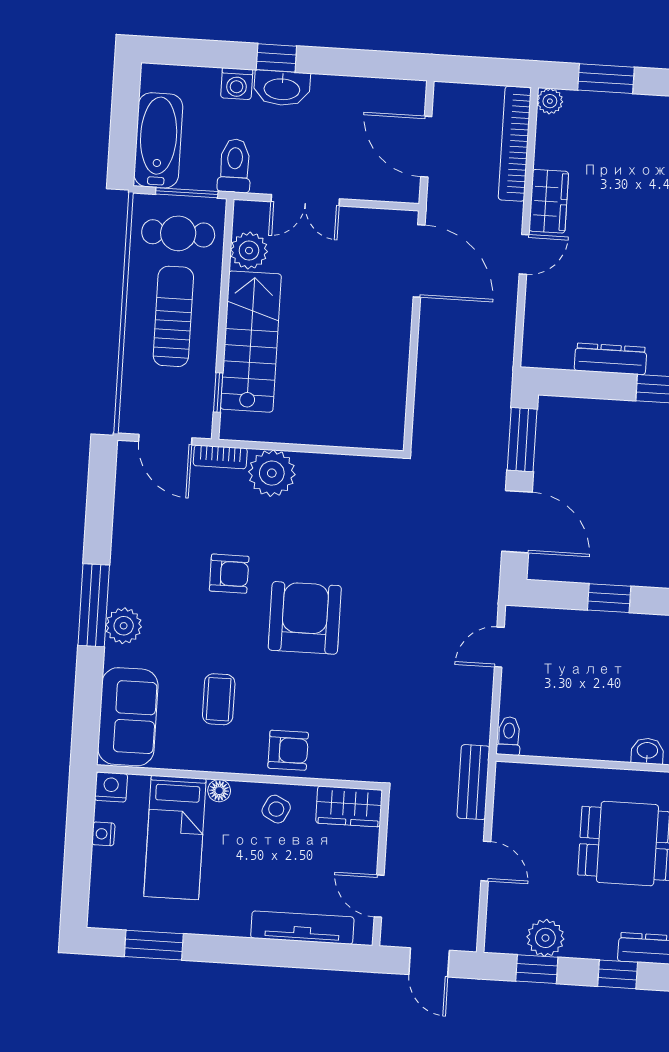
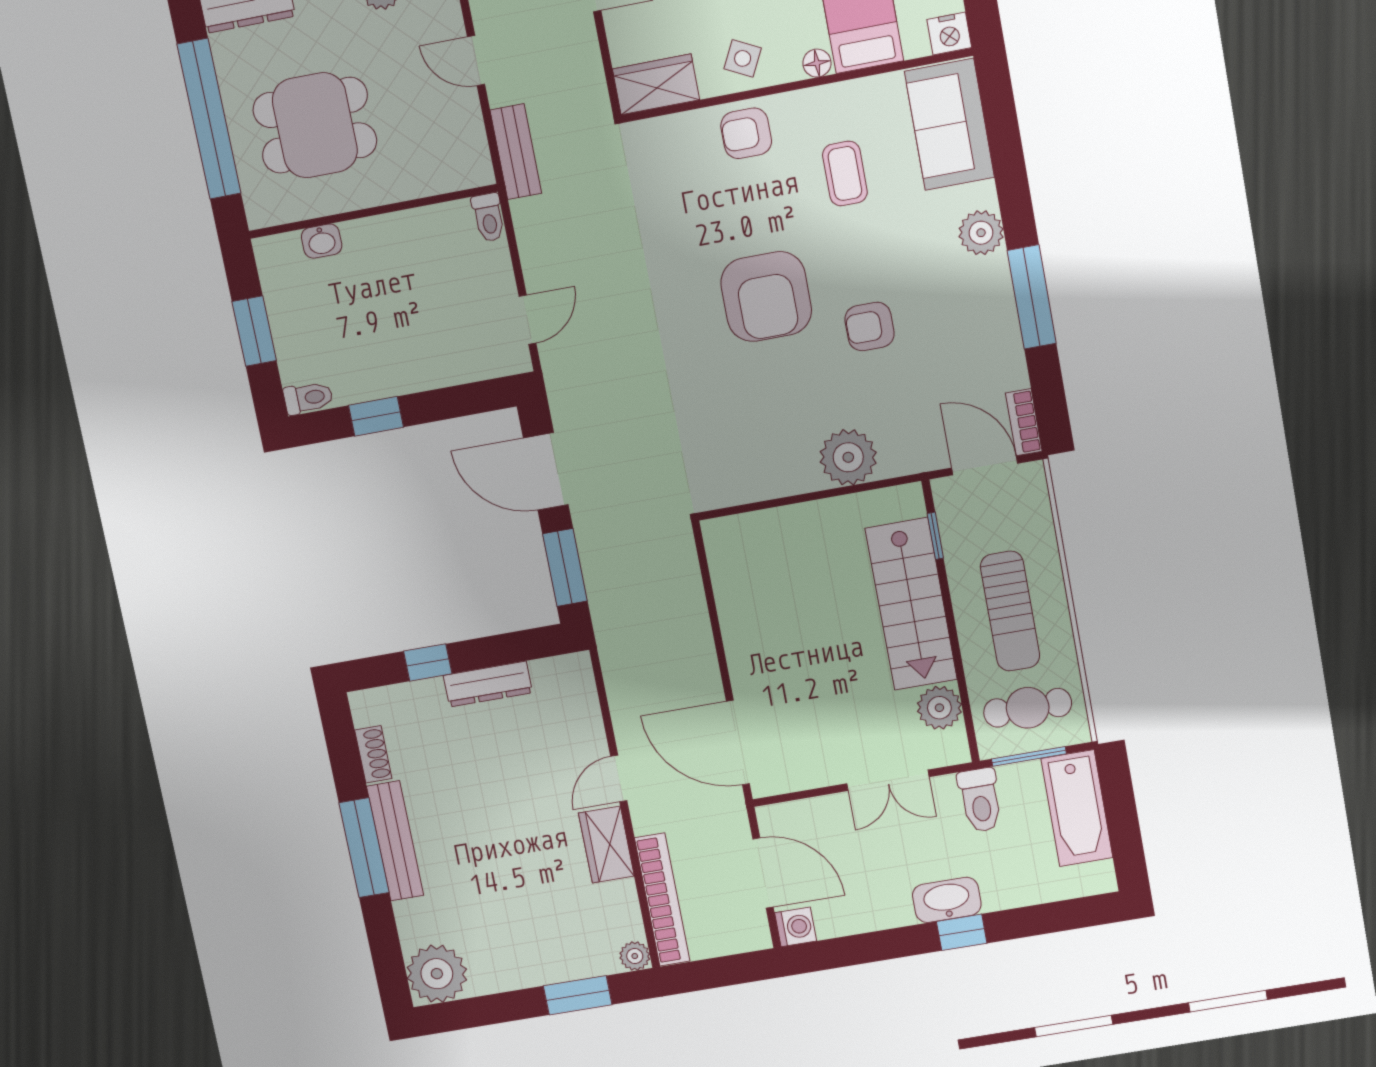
washing machine: (237, 84) -> (796, 927), moved, turned 90
double door: (305, 200) -> (888, 780), swing flipped
bookcase: (220, 457) -> (1024, 422), moved, turned -90
window: (609, 598) -> (376, 416), moved
window: (94, 605) -> (1032, 297), moved

